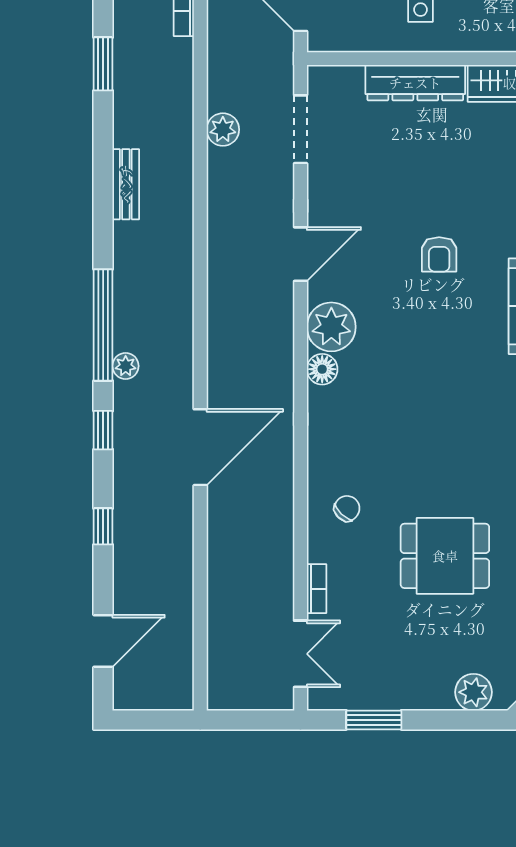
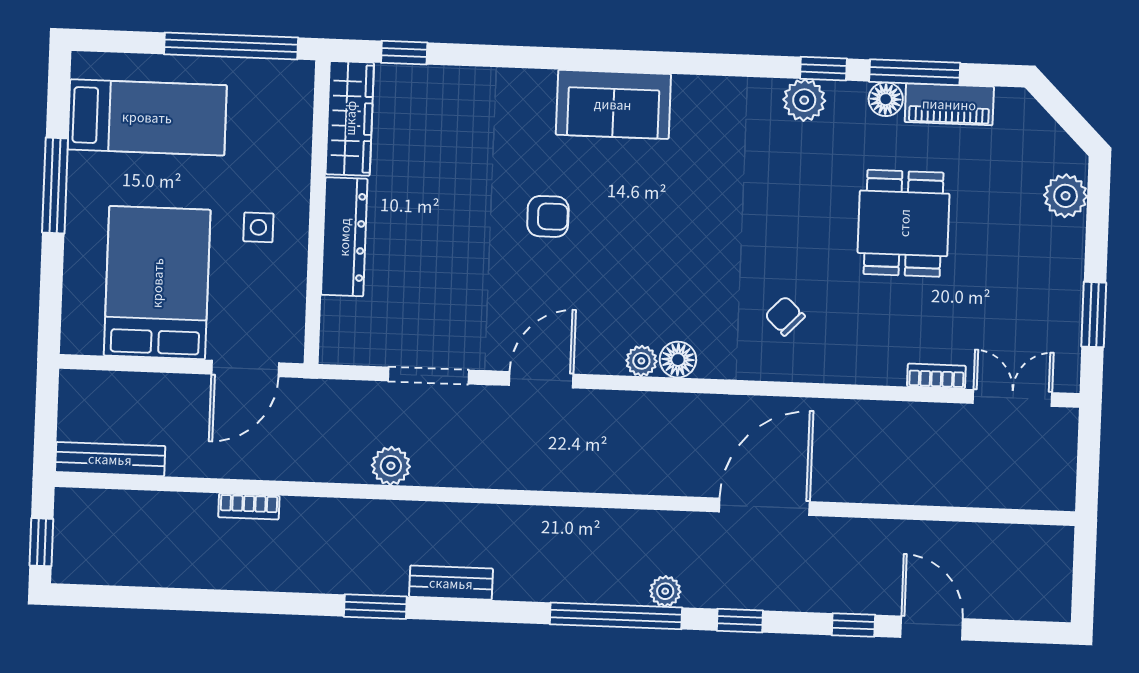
window: (103, 64) -> (375, 607), moved
doorway: (301, 129) -> (428, 375), moved
door: (301, 254) -> (541, 380), hinge flipped
plant: (331, 327) -> (641, 361), width x0.53, depth x0.53
door: (200, 447) -> (764, 507), hinge flipped
chair: (347, 508) -> (785, 316), moved
door: (103, 641) -> (932, 628), moved

